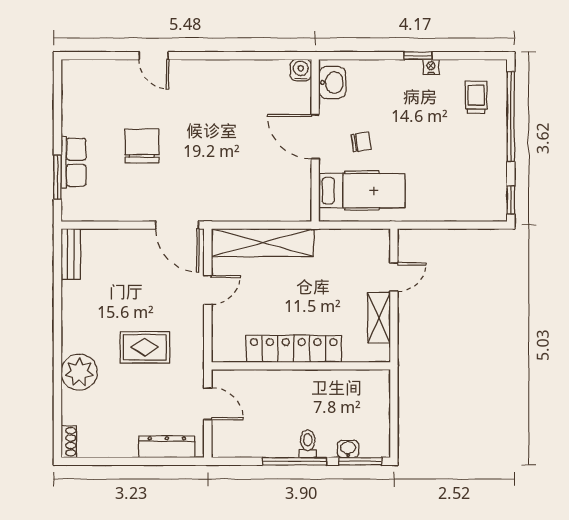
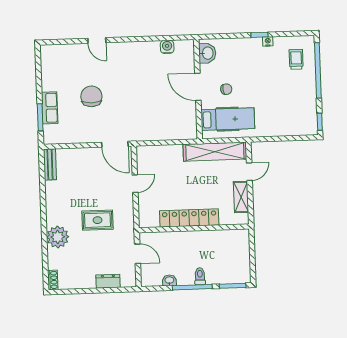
water cooler: (301, 70) -> (167, 47), moved
shelving: (263, 243) -> (215, 152), moved
dresser: (167, 447) -> (108, 281), width x0.70
washbasin: (348, 449) -> (169, 280), moved

